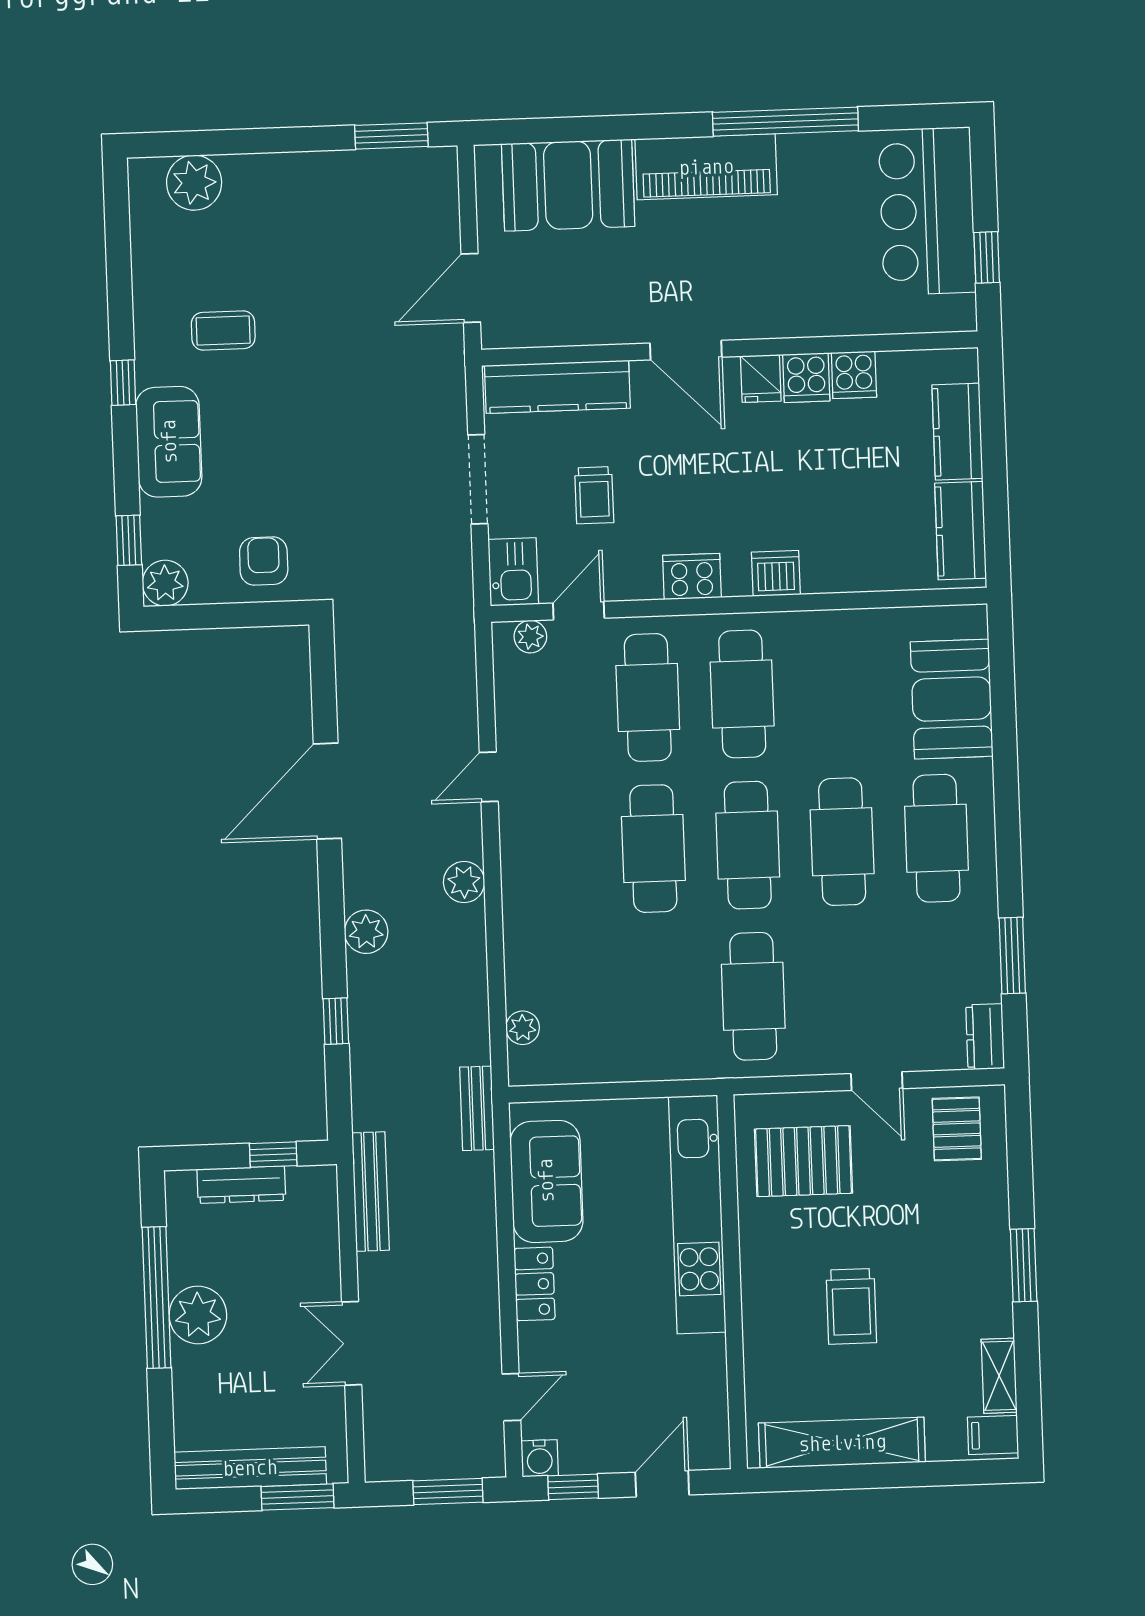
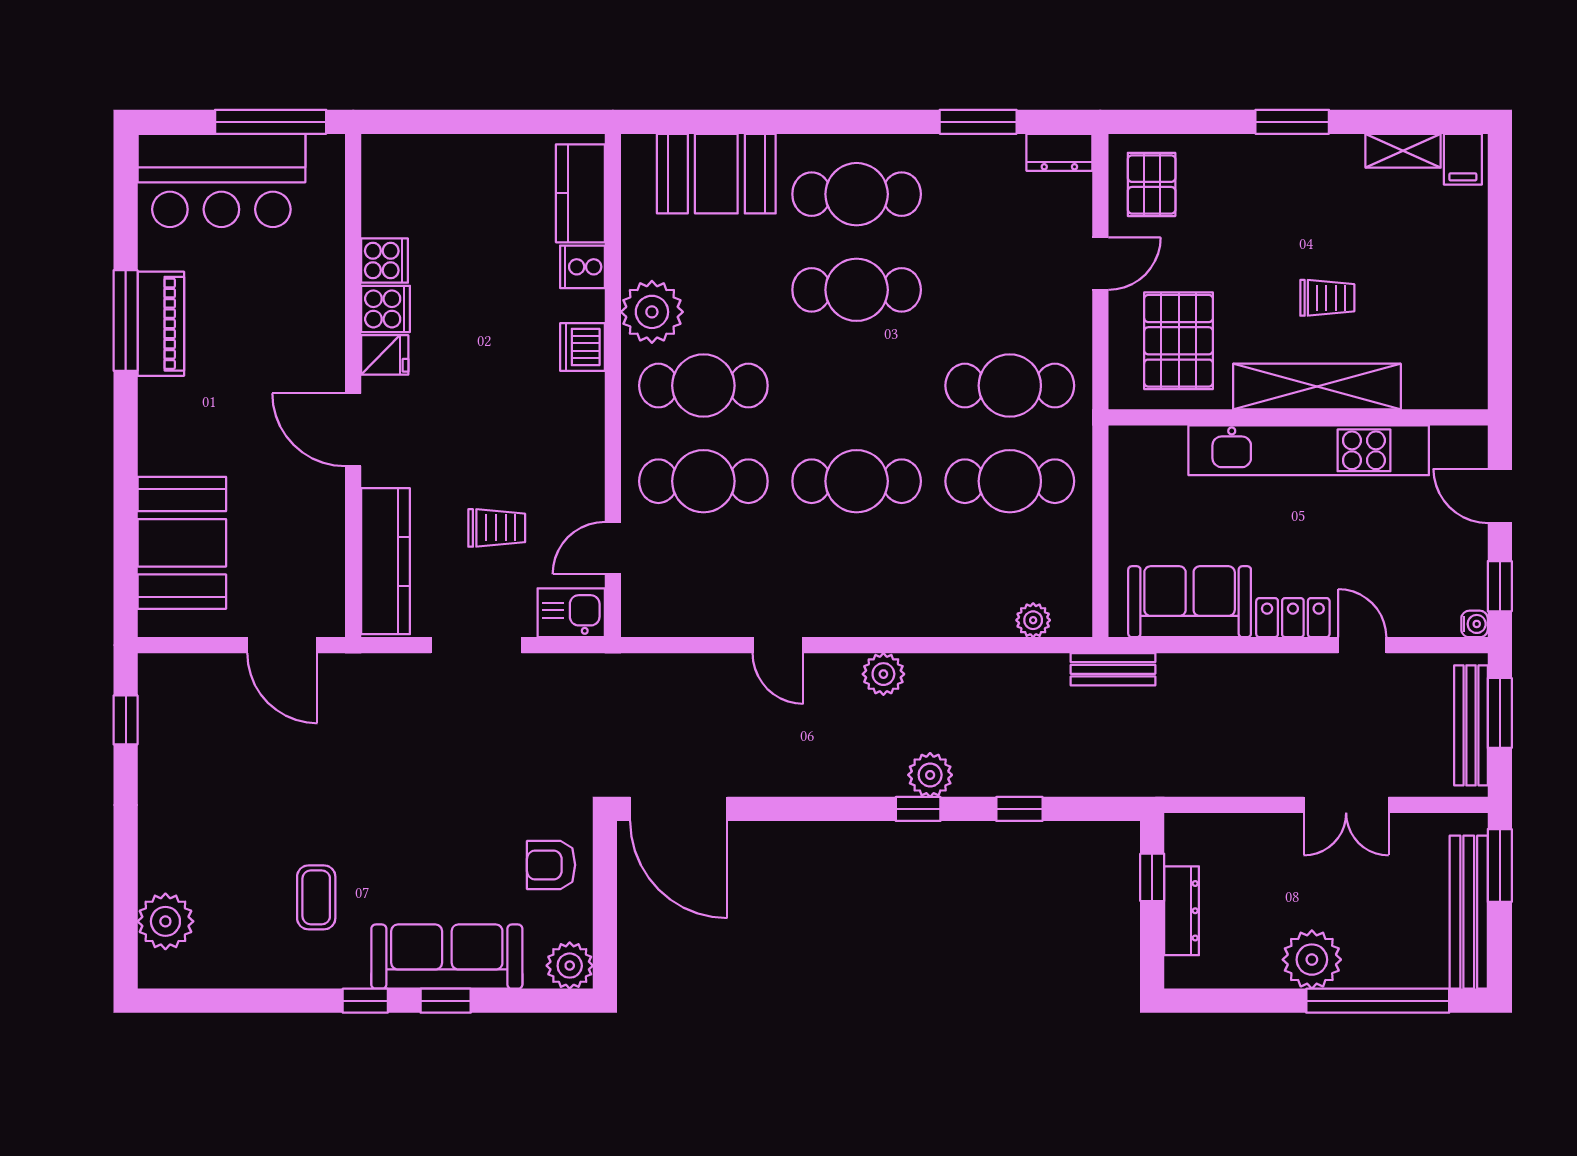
window: (785, 122) -> (126, 321), width x0.68
window: (391, 136) -> (126, 720), width x0.67
piano: (706, 167) -> (161, 324), moved, width x0.73, depth x0.75
window: (987, 257) -> (271, 122), width x2.17
door: (686, 350) -> (353, 430), swing flipped
kitchen counter: (957, 432) -> (446, 158), removed
sofa: (169, 442) -> (447, 957), width x1.36
kitchen counter: (961, 531) -> (580, 193), moved, turned 90
window: (129, 540) -> (446, 1001), moved
cooker: (692, 576) -> (583, 267), moved, width x0.73
door: (579, 611) -> (613, 548), hinge flipped
plant: (530, 637) -> (652, 312), moved, width x1.88, depth x1.88
door: (327, 791) -> (679, 809), moved
cafe table: (748, 845) -> (1010, 481), moved
window: (332, 921) -> (918, 809), added
pallet: (957, 1129) -> (1152, 184), turned 90
bench: (371, 1192) -> (1471, 725), moved, turned 90
kitchen unit: (697, 1214) -> (1309, 450), moved
window: (157, 1297) -> (1378, 1001), moved
trolley: (851, 1306) -> (1327, 298), width x0.73, depth x0.72
door: (511, 1397) -> (1362, 645), moved
shelving: (842, 1443) -> (1317, 387), moved, turned 90
water cooler: (540, 1458) -> (1475, 624), width x0.72, depth x0.72

